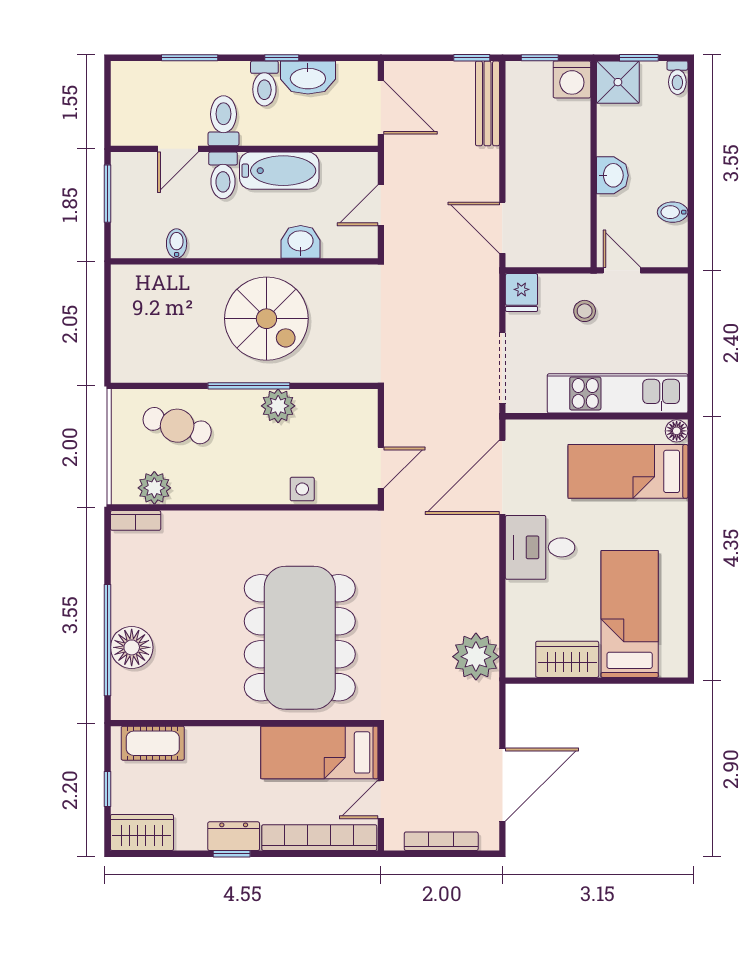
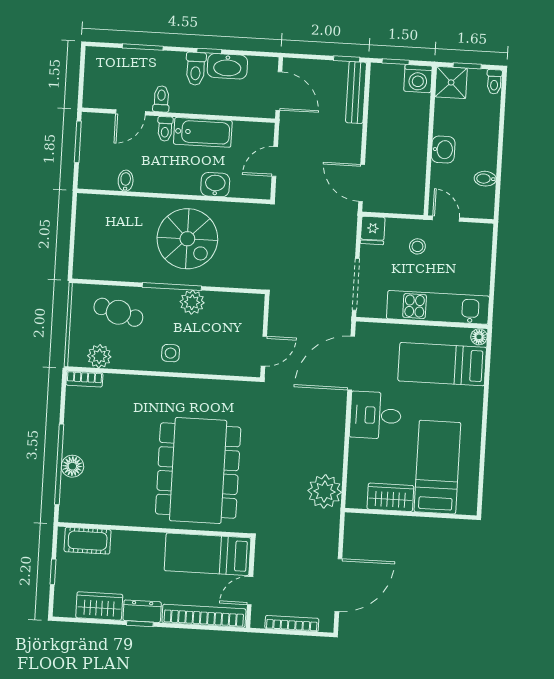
toilet: (224, 121) -> (161, 99), width x0.73, depth x0.72
toilet: (223, 175) -> (165, 129), width x0.73, depth x0.72
side table: (302, 489) -> (171, 353), moved
floor lamp: (132, 647) -> (72, 466), width x0.73, depth x0.73
wardrobe: (142, 832) -> (99, 606), moved

